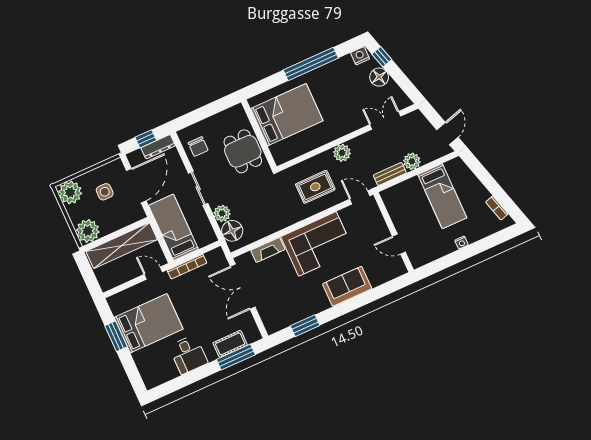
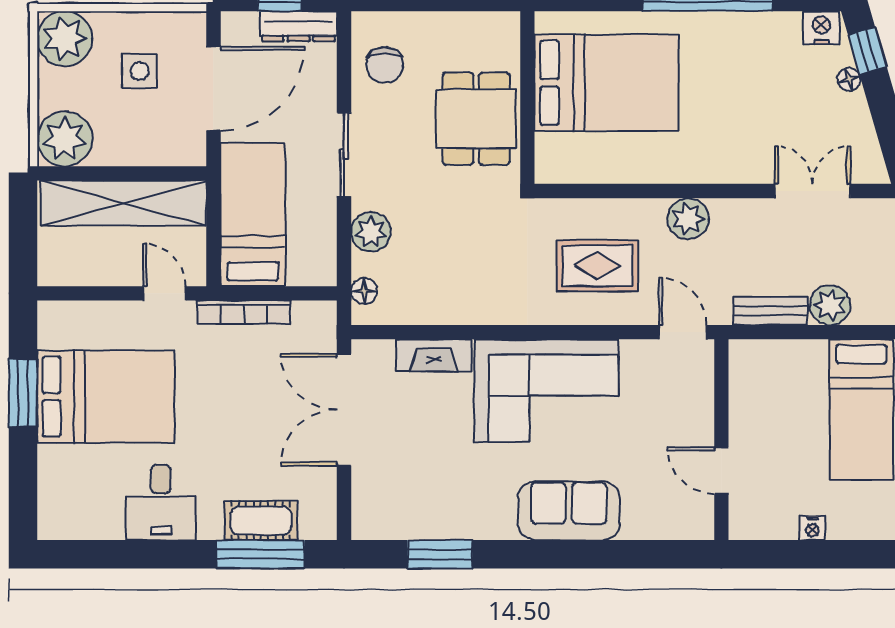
floor lamp: (379, 77) -> (849, 79), width x0.53, depth x0.53
floor lamp: (232, 231) -> (364, 291), width x0.53, depth x0.53
nightstand: (462, 243) -> (812, 528), moved

